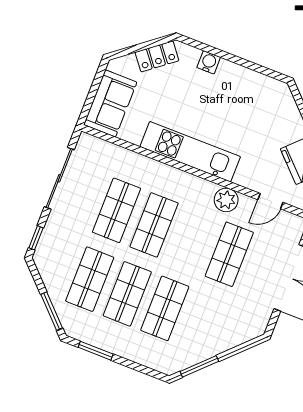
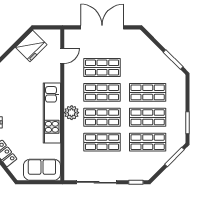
plant: (226, 200) -> (72, 113), moved
door: (270, 201) -> (62, 56), hinge flipped
shop shelf: (192, 240) -> (102, 92), added

